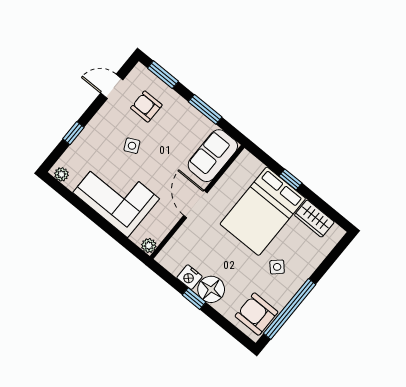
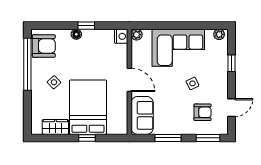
nightstand: (189, 277) -> (121, 36), moved, turned 90
floor lamp: (211, 289) -> (76, 34), width x0.53, depth x0.53

